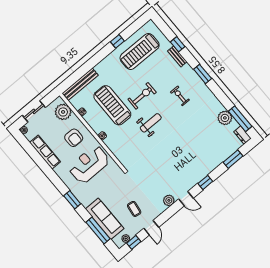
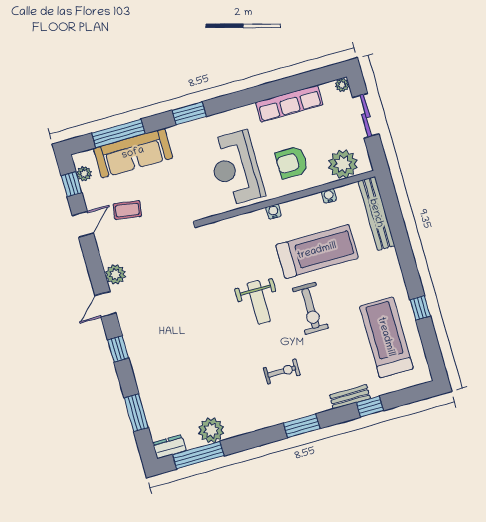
reception desk: (89, 164) -> (236, 168), turned 180
door: (151, 228) -> (83, 224), swing flipped

